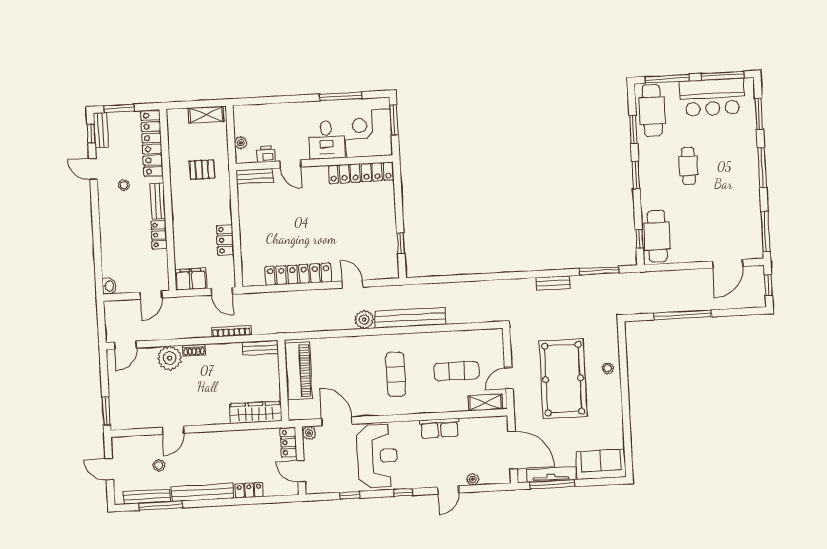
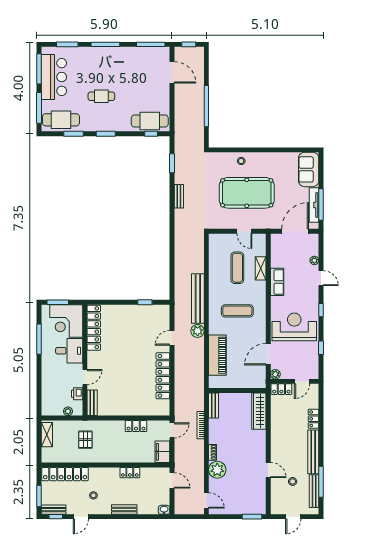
bench: (158, 201) -> (124, 510), moved
window: (599, 271) -> (172, 163), width x0.69
piano: (298, 371) -> (217, 355), moved, turned 90
shelving: (485, 403) -> (261, 268), moved

